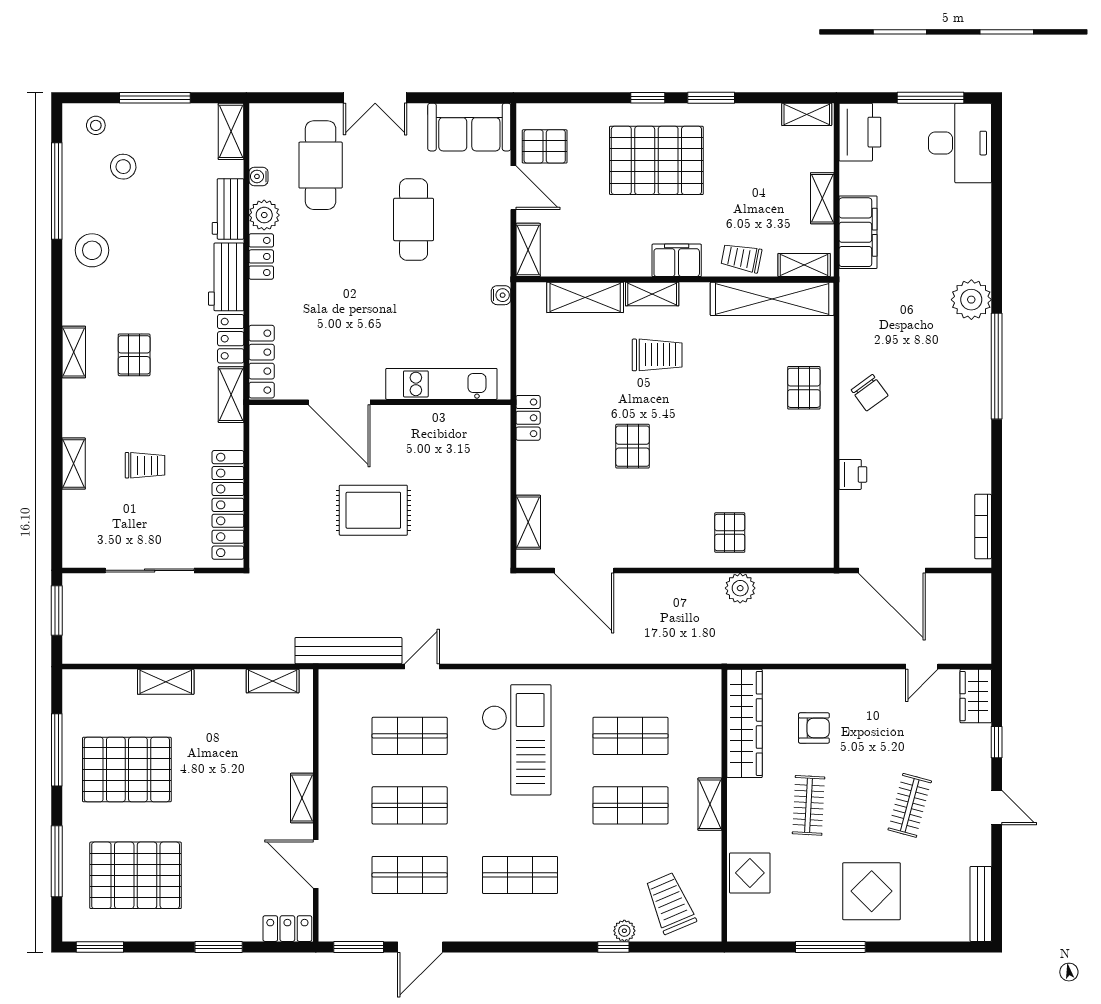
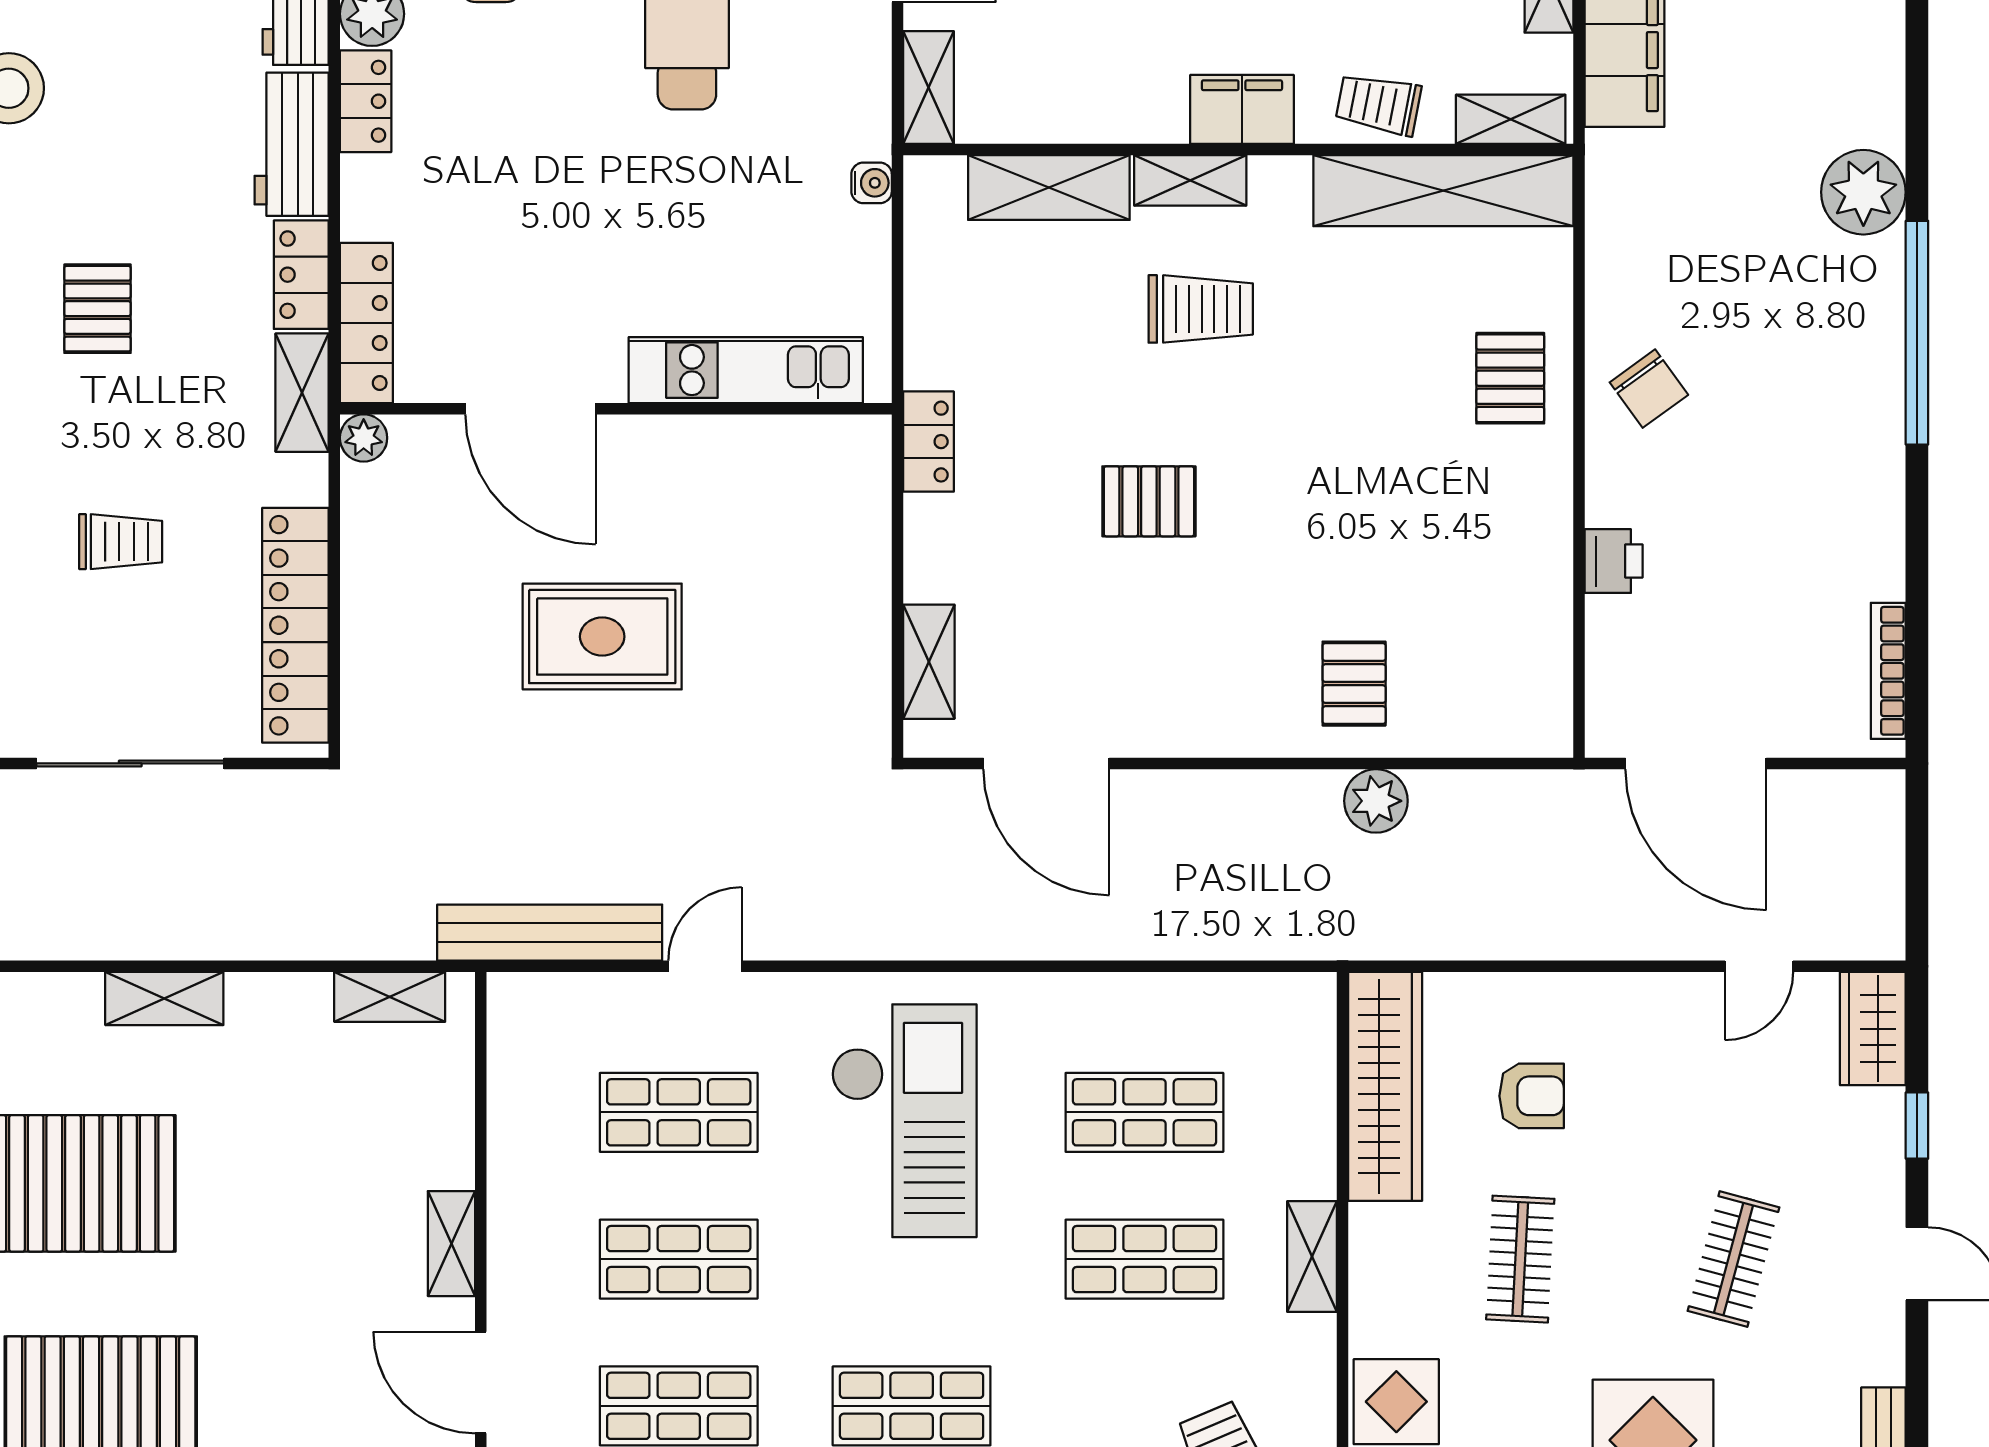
plant: (260, 416) -> (364, 438), added
pallet: (633, 446) -> (1149, 501), turned 90

